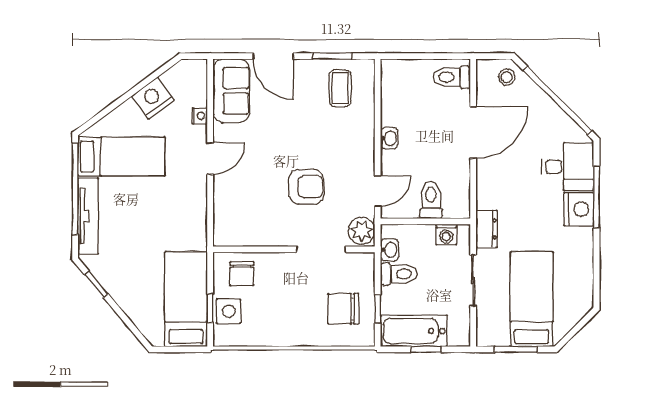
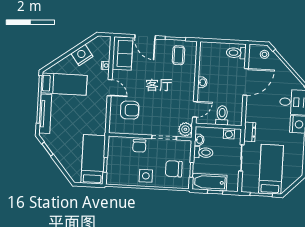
door: (210, 159) -> (110, 88), hinge flipped
armchair: (306, 187) -> (130, 110), moved
chair: (242, 274) -> (139, 146), moved
side table: (229, 311) -> (146, 176), moved

